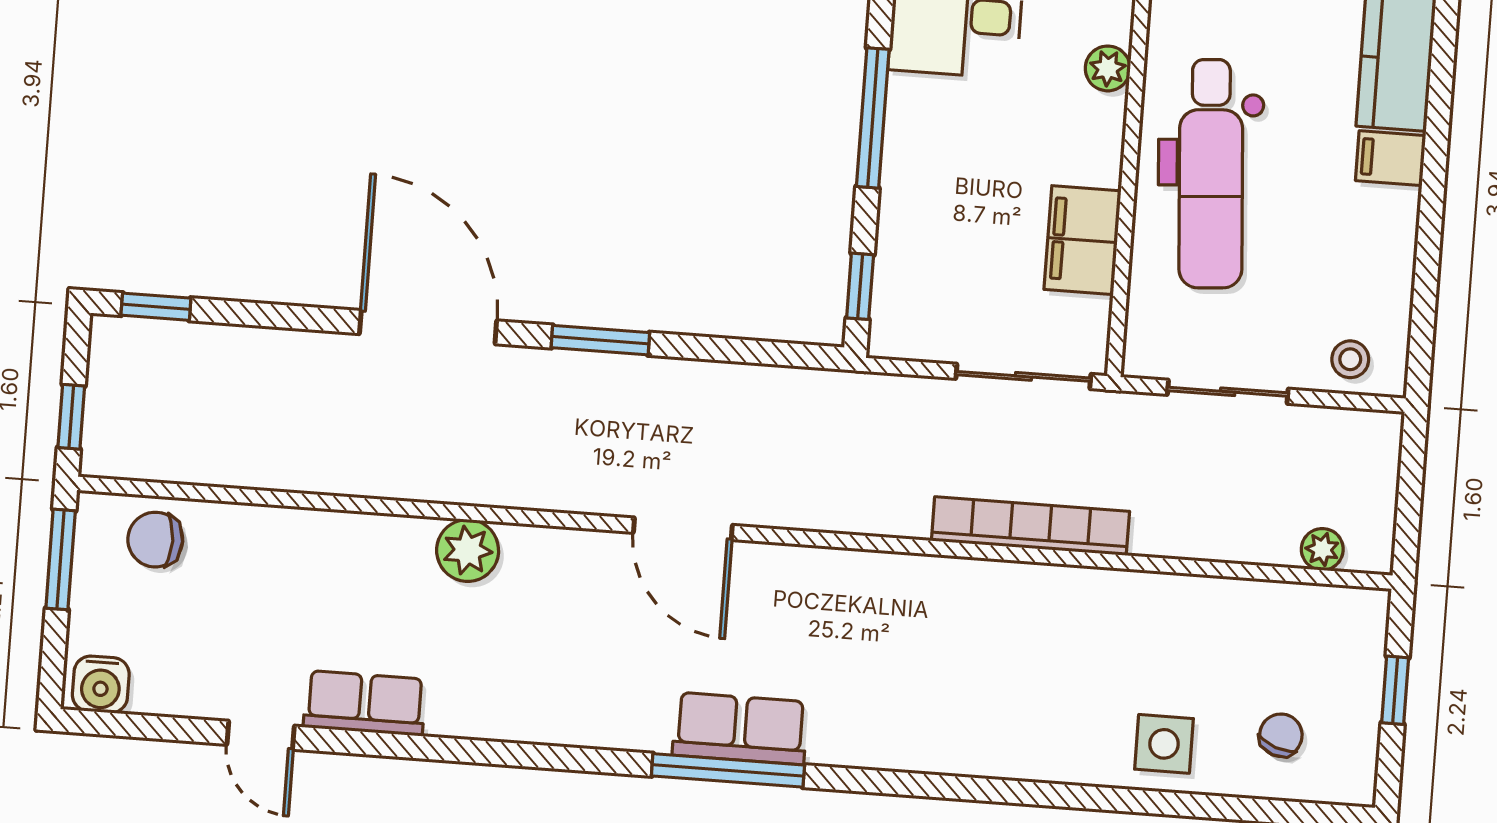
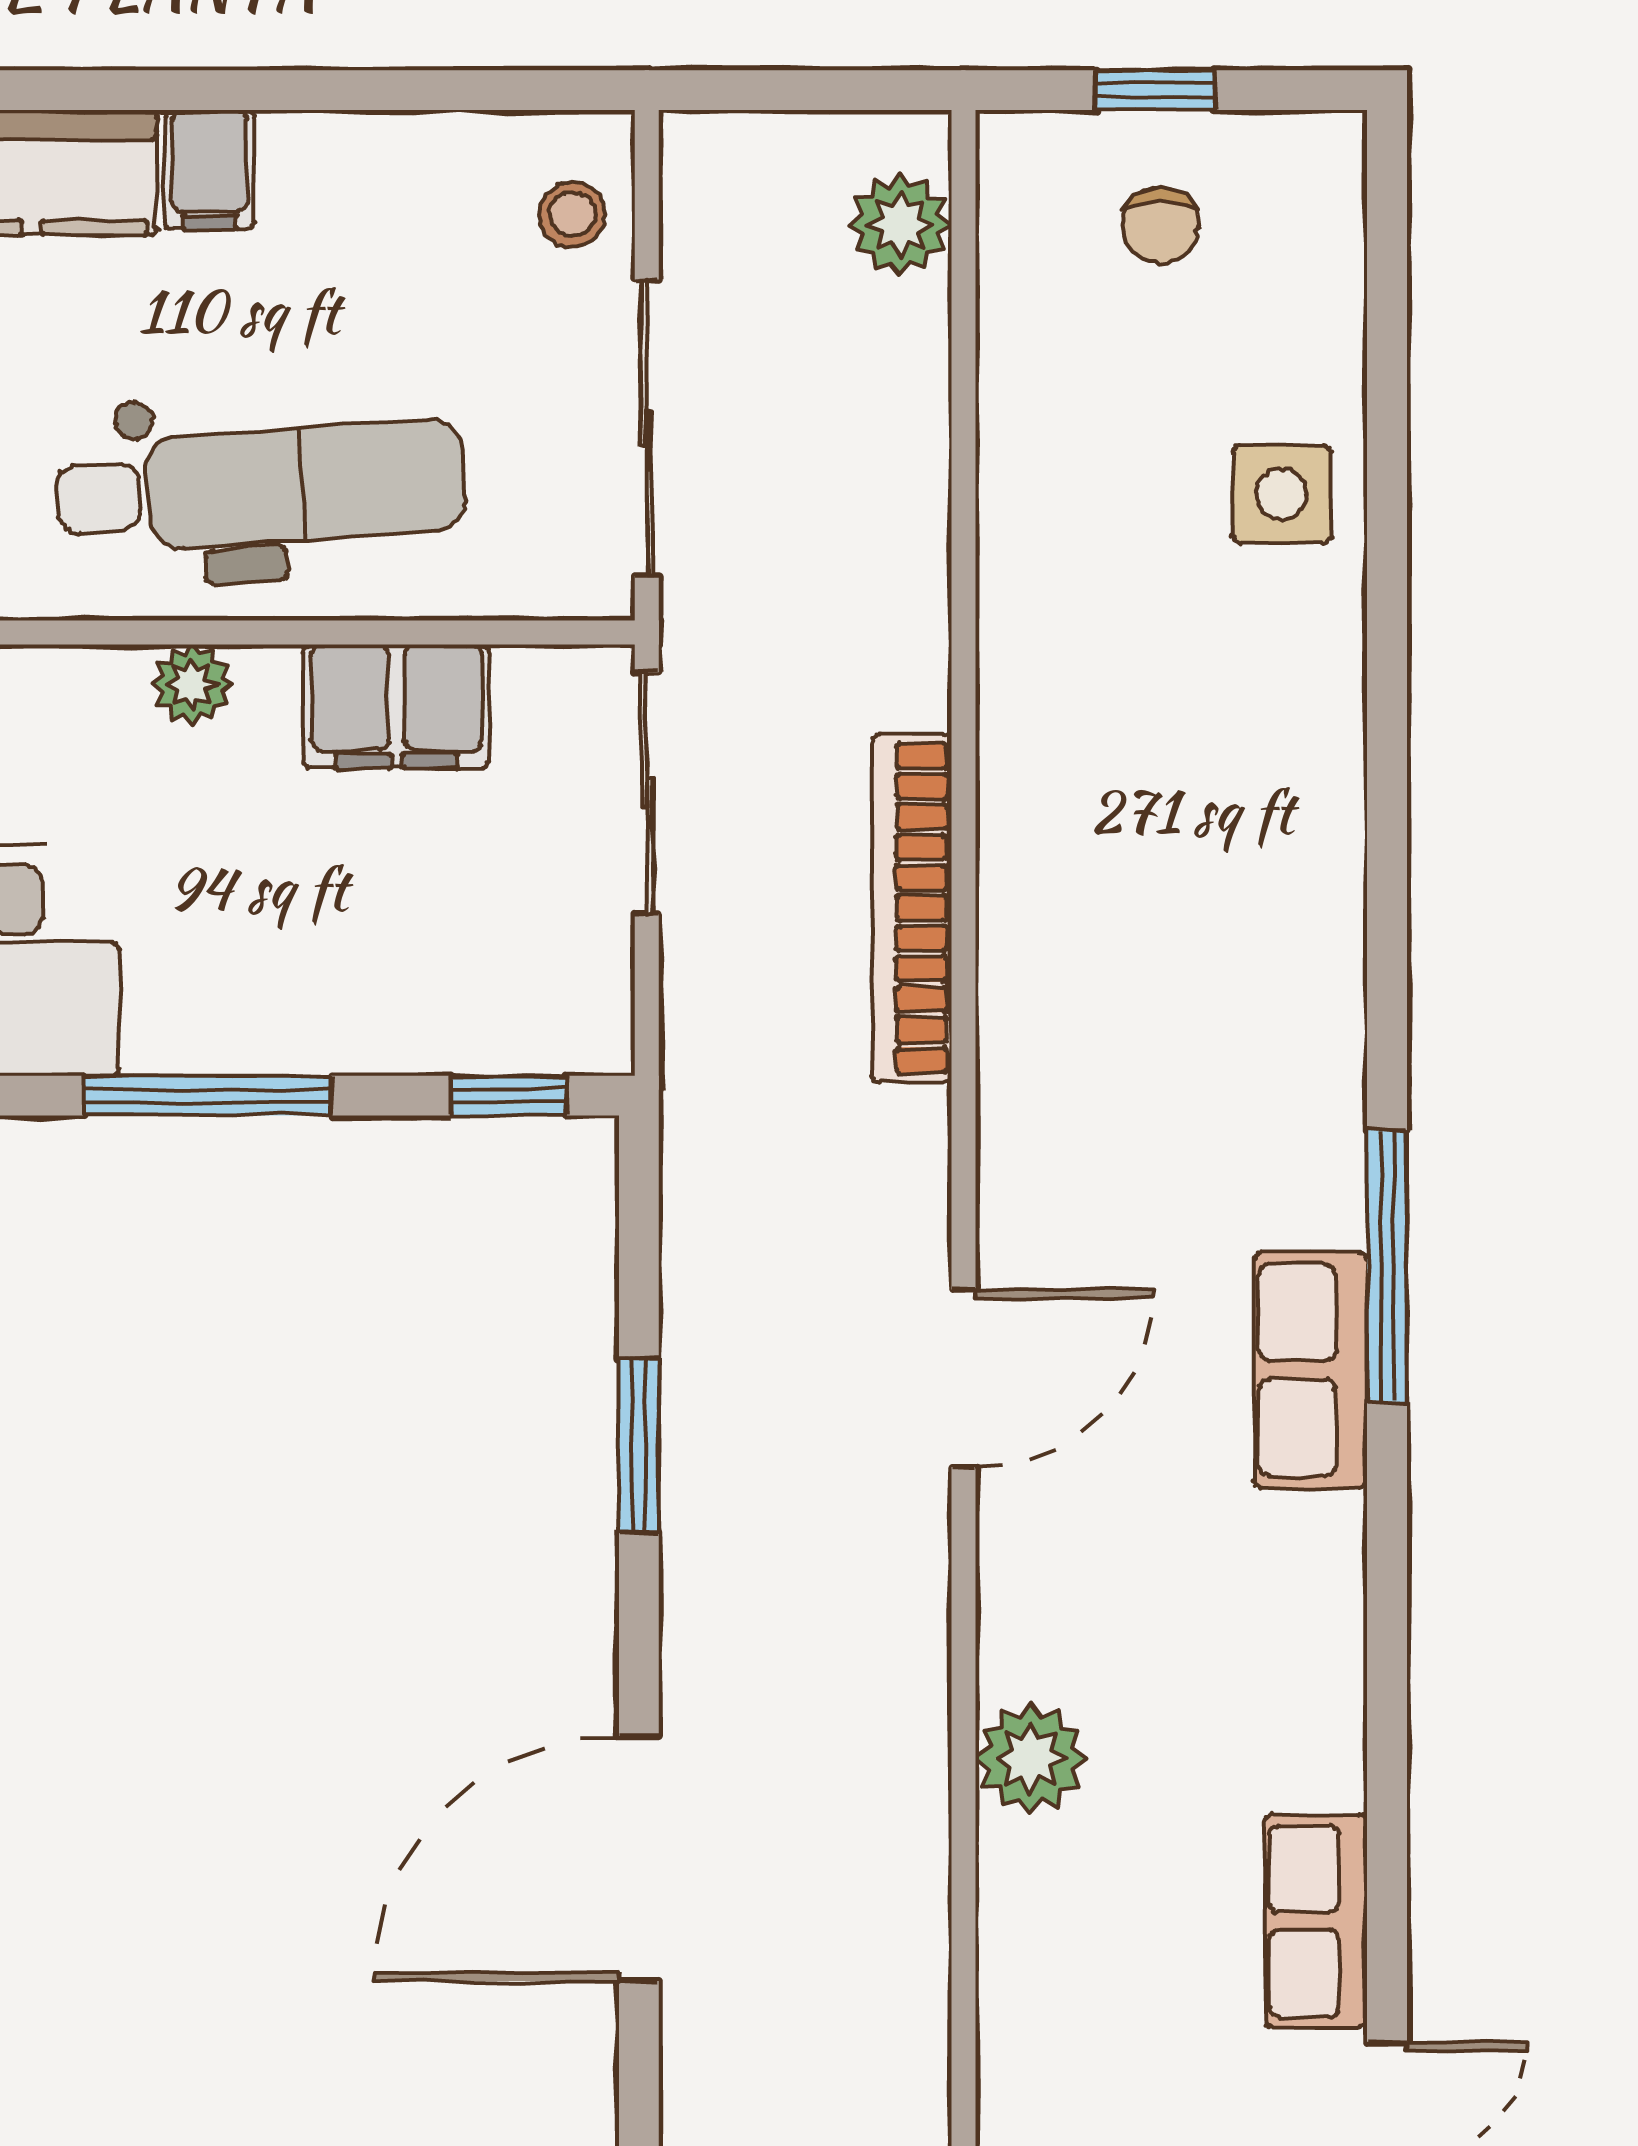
plant: (1108, 68) -> (192, 684), moved
window: (600, 340) -> (639, 1445), moved
sliding door: (1228, 392) -> (647, 428), width x1.37
bookcase: (1030, 526) -> (912, 908), moved
plant: (1322, 549) -> (900, 225), width x1.38, depth x1.38
row of seats: (740, 728) -> (1311, 1370), moved
chair: (1281, 735) -> (1161, 225), moved, turned -110

